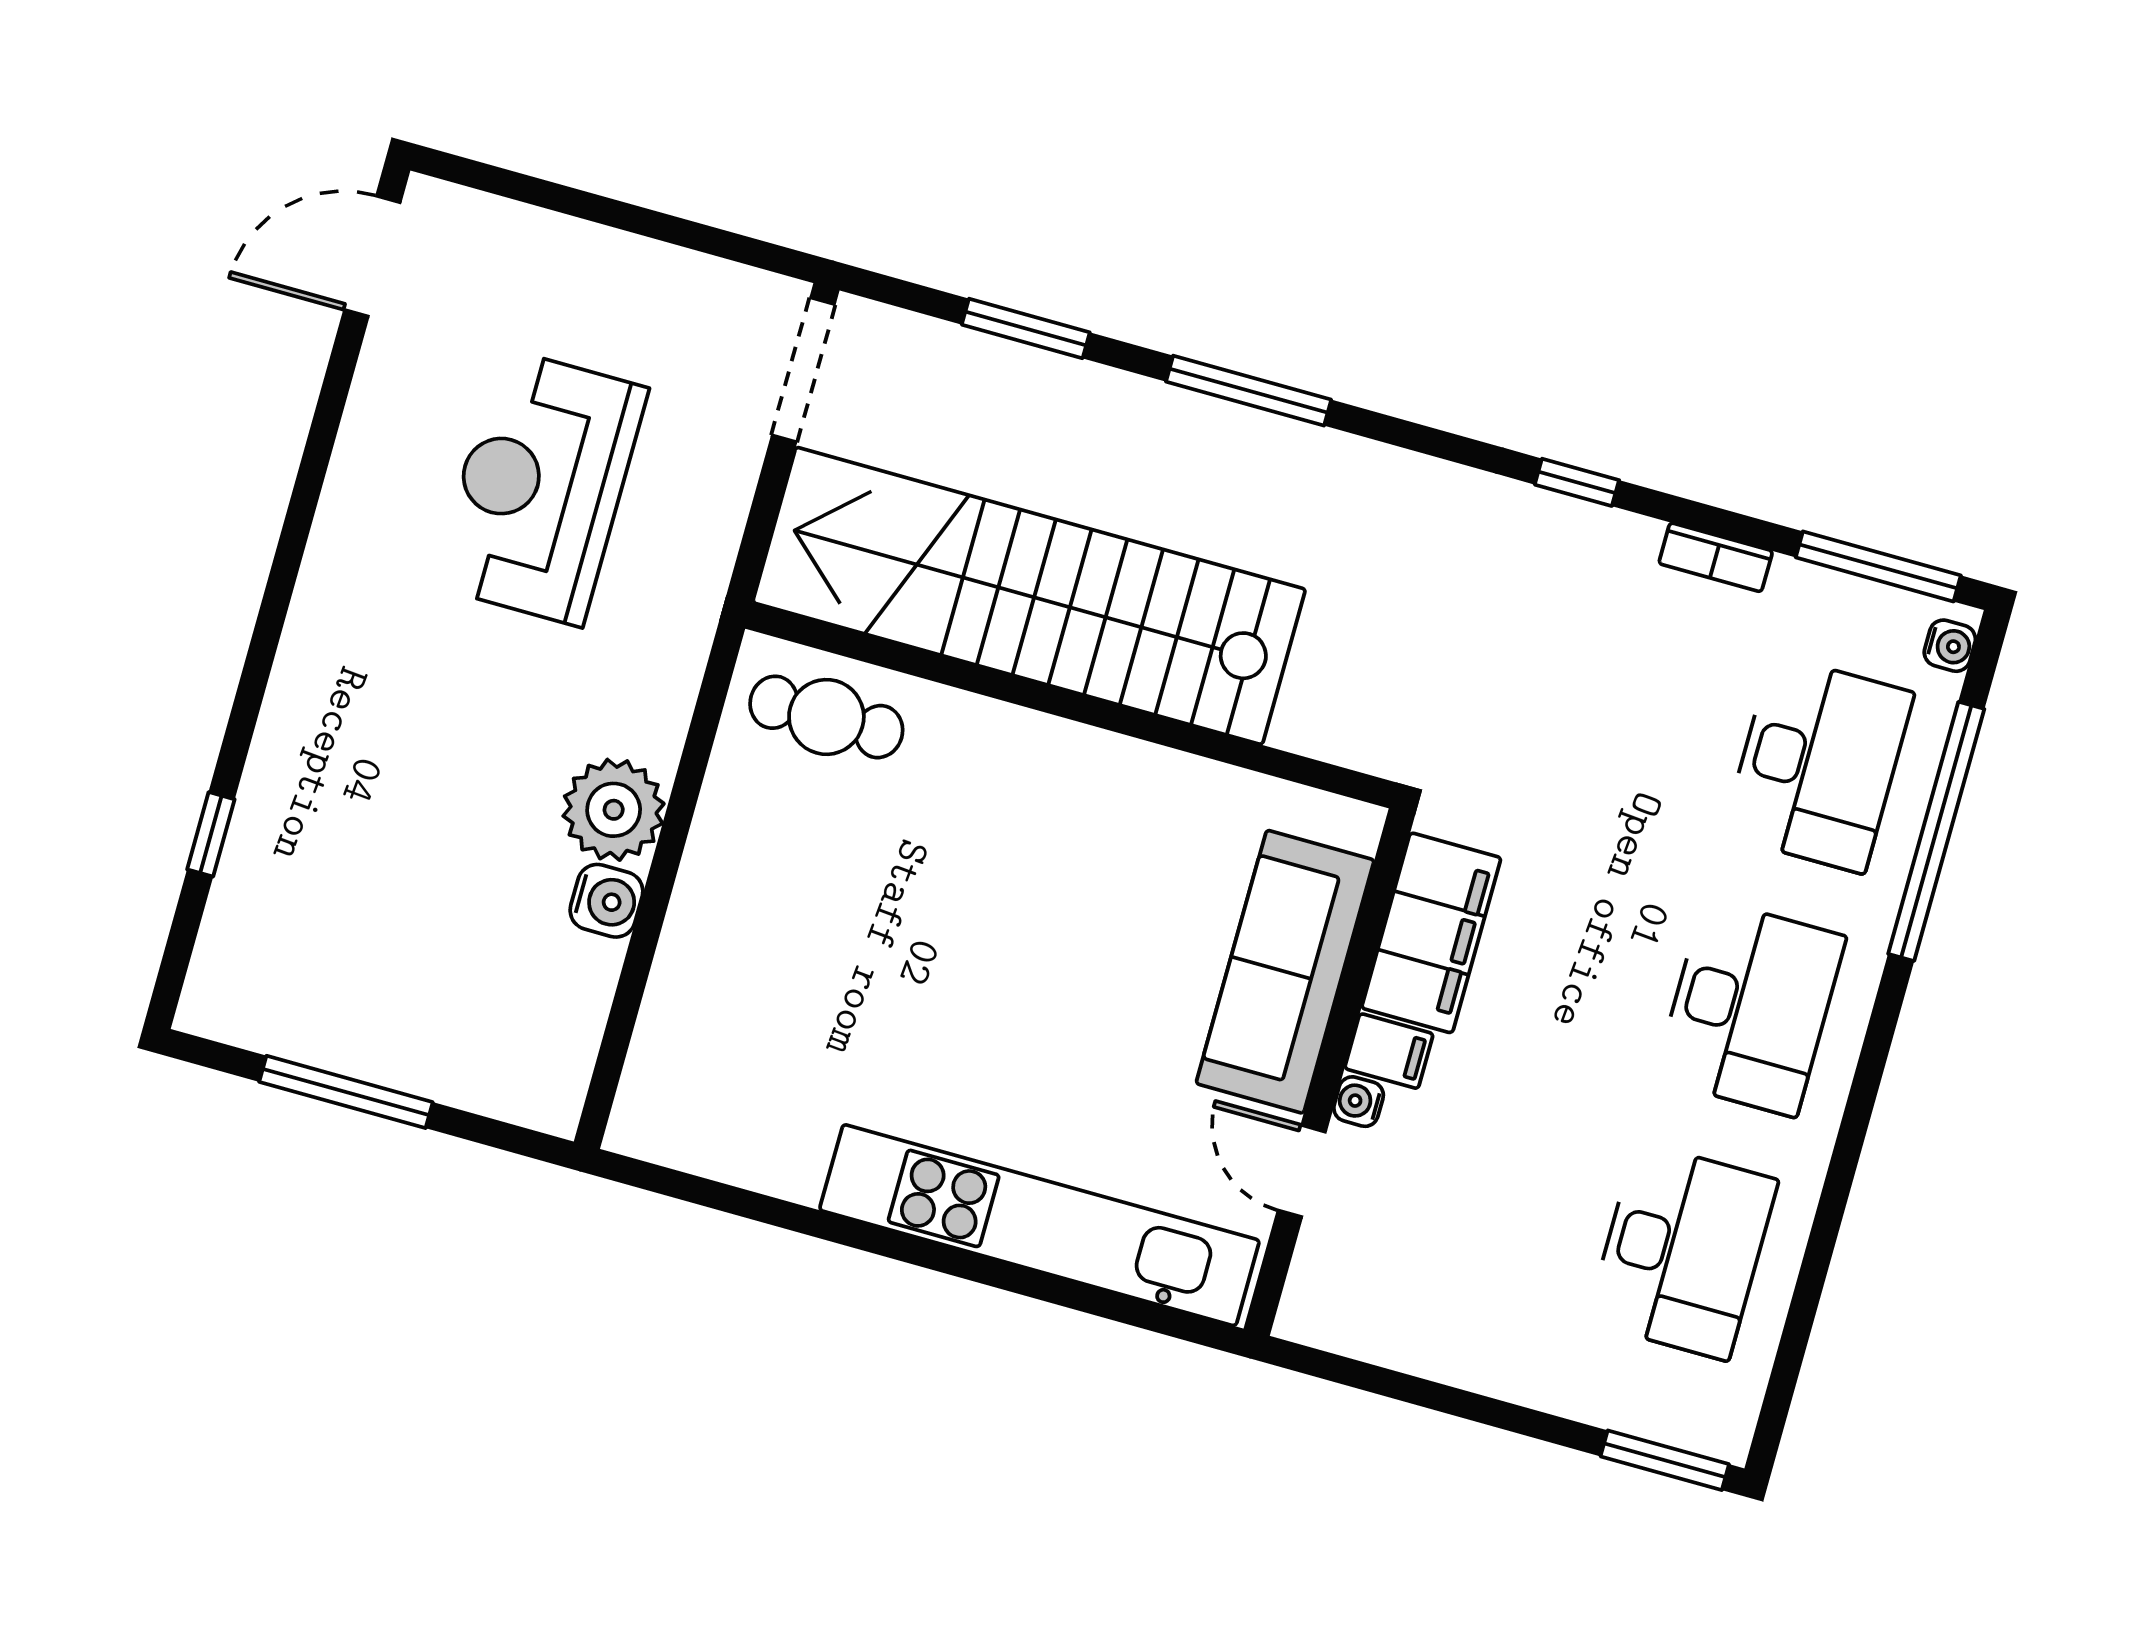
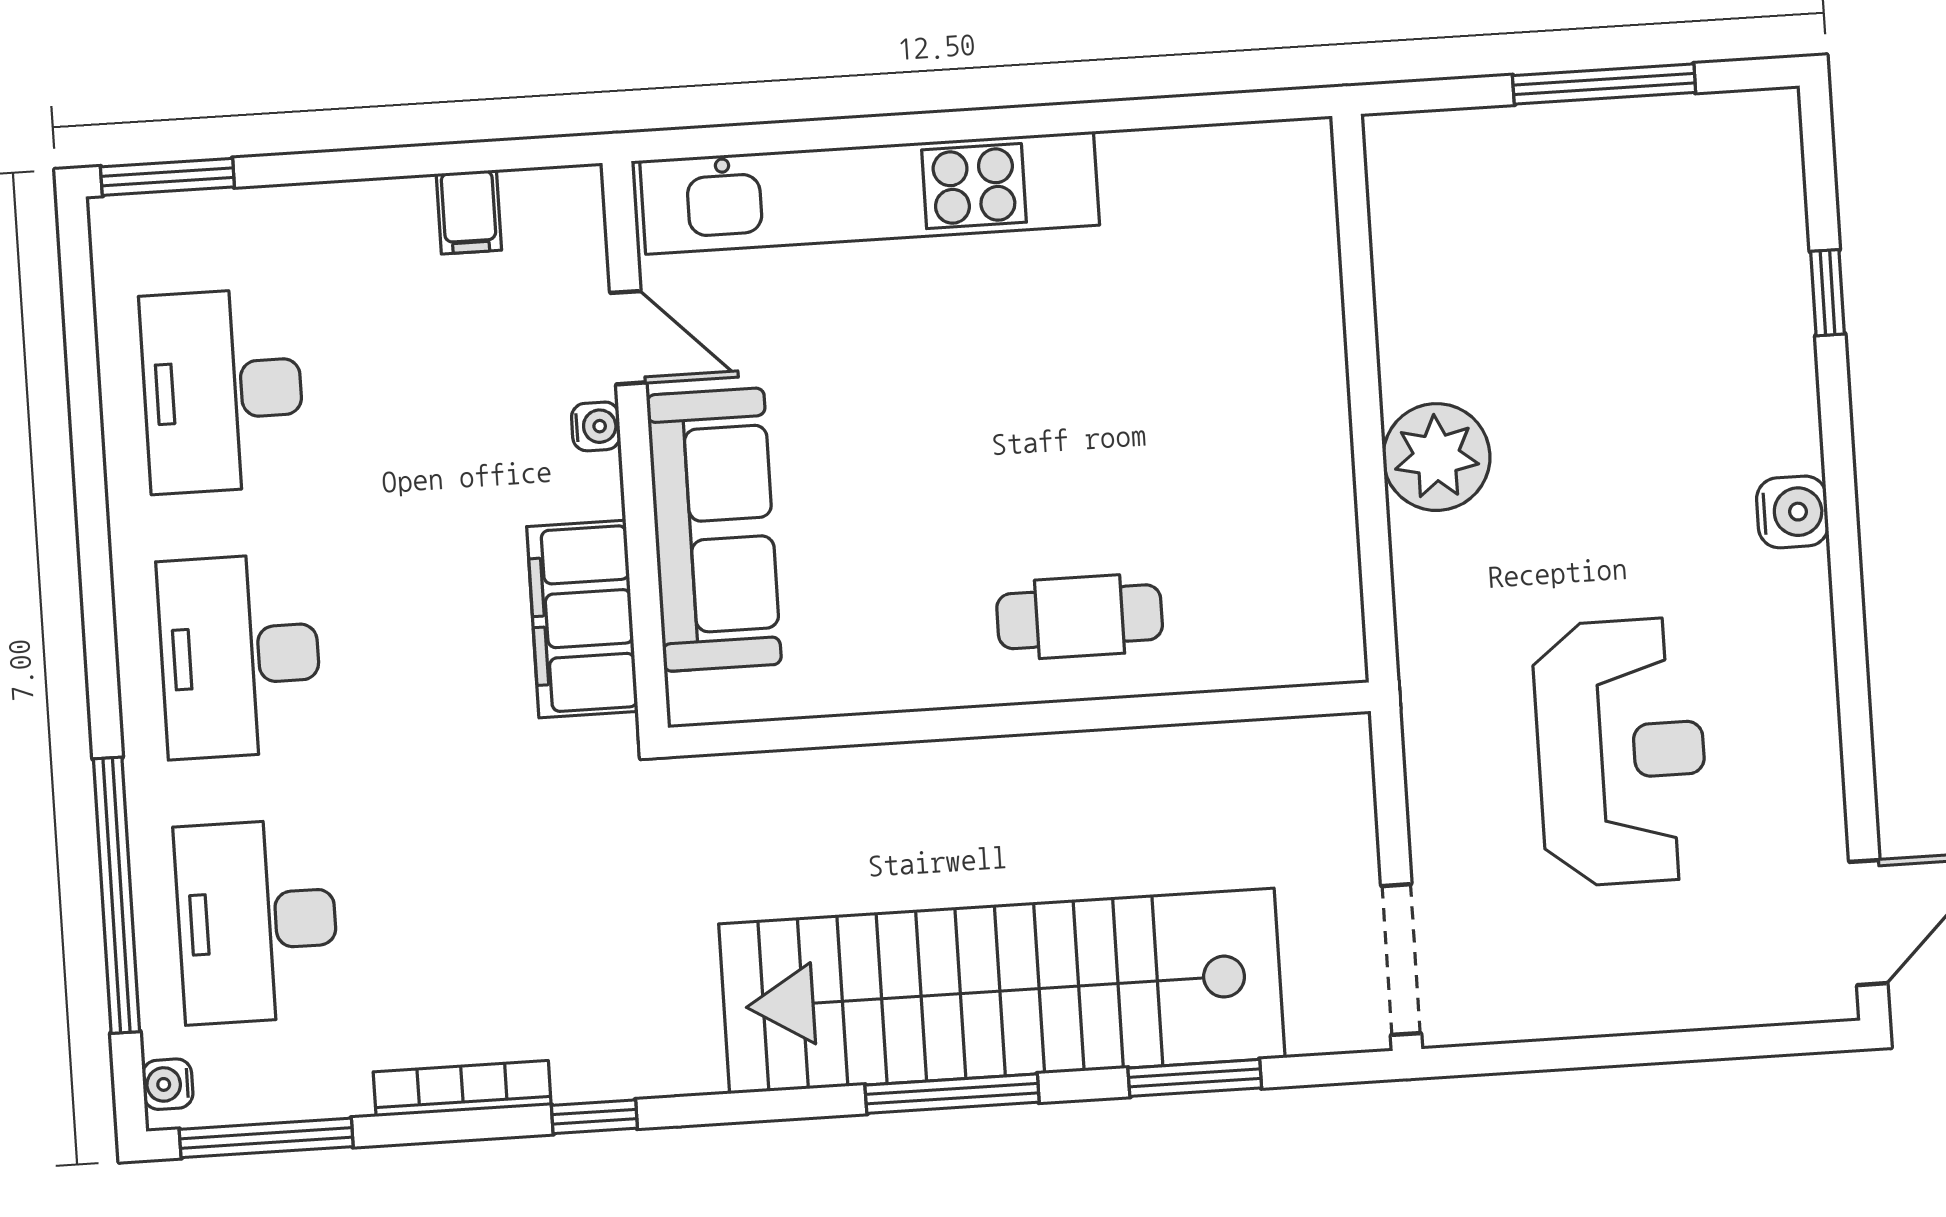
bookcase: (1716, 557) -> (462, 1089), width x1.56
stairs: (1029, 596) -> (1002, 991), moved, turned 180
cafe table: (826, 717) -> (1080, 617), moved
water cooler: (607, 901) -> (1792, 512), moved, turned 180
filing cabinet: (1389, 1051) -> (469, 212), moved, turned -90

